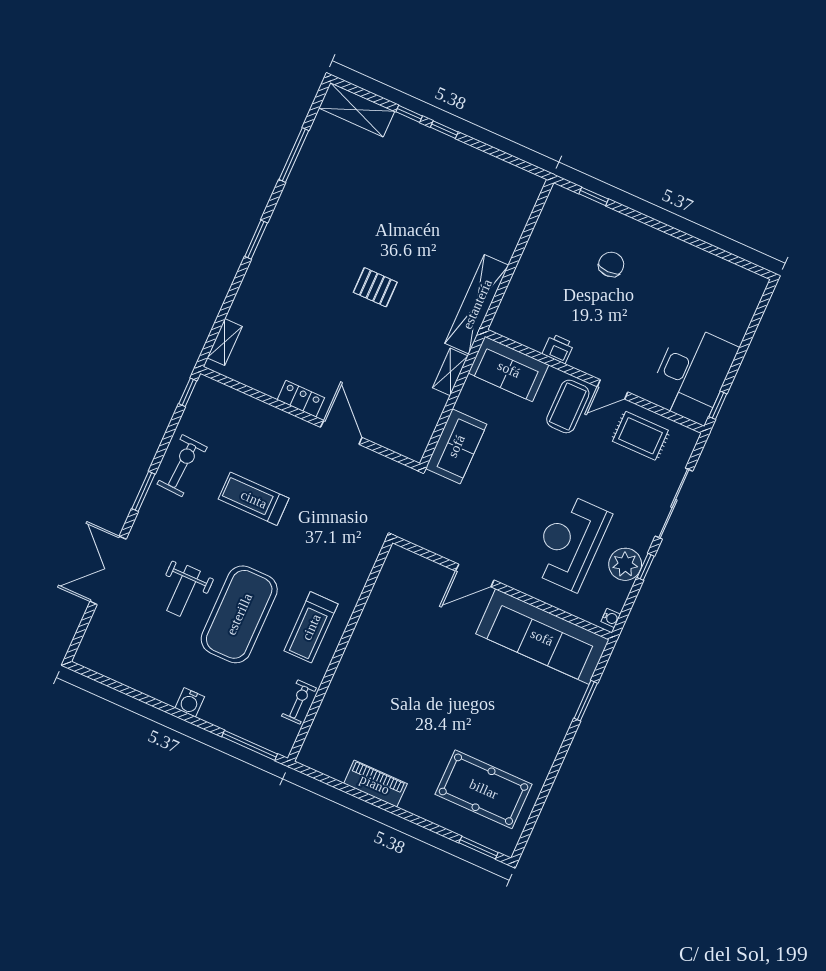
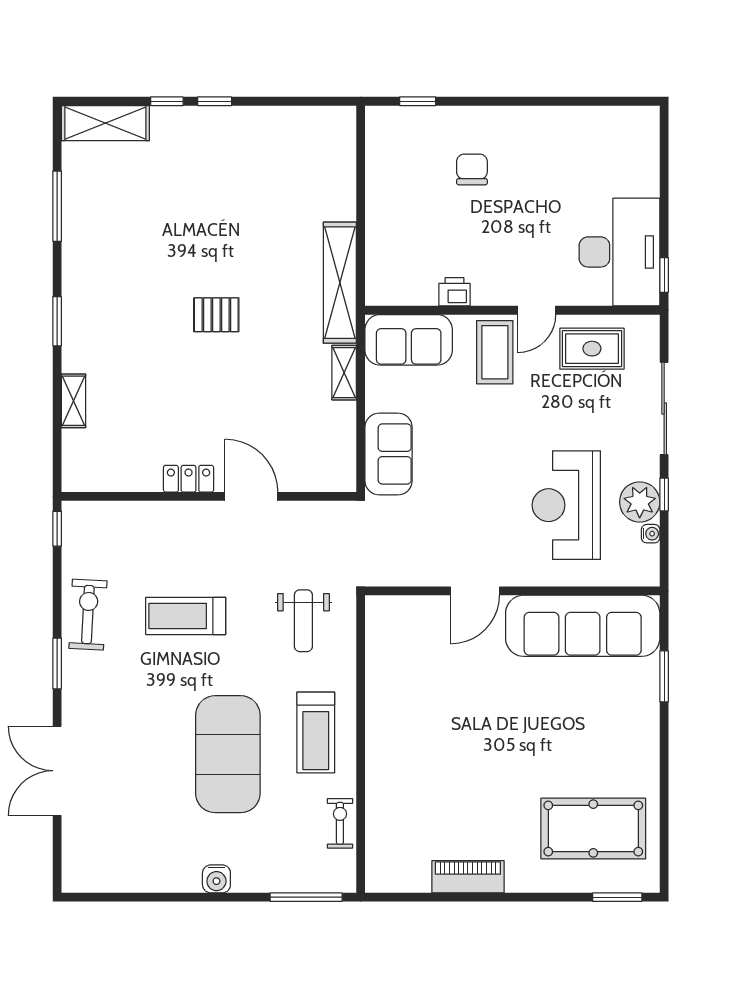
shelving: (225, 342) -> (74, 401), moved
weight bench: (184, 591) -> (303, 621), moved
water cooler: (611, 618) -> (651, 534), moved

